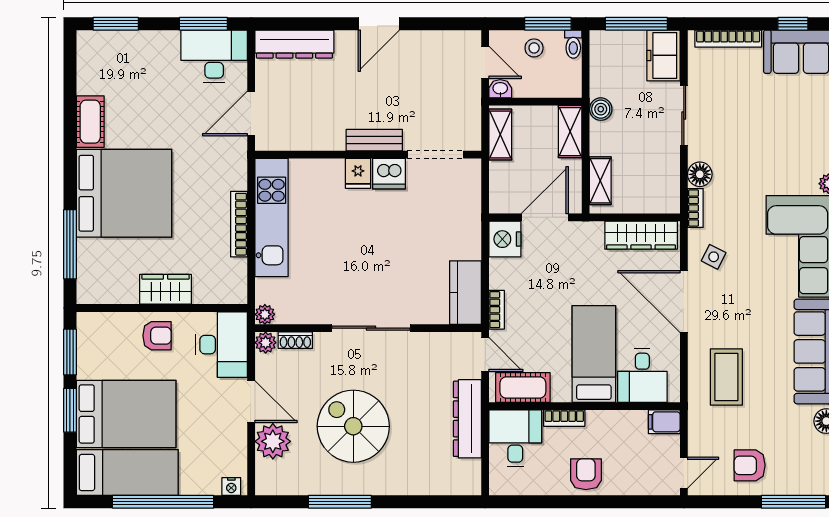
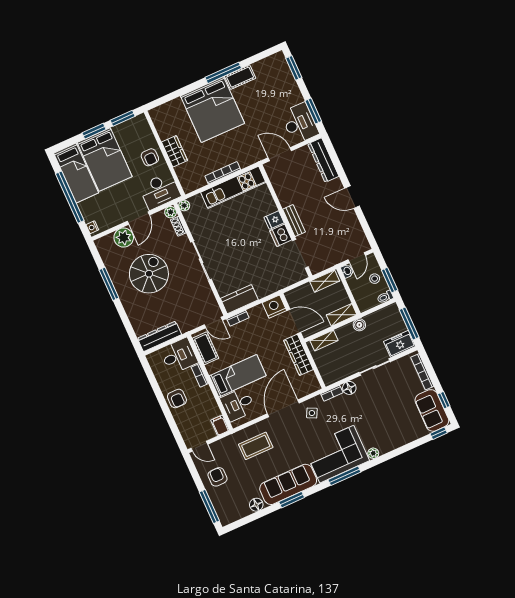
wardrobe: (641, 235) -> (298, 355), moved
window: (70, 244) -> (223, 73), moved
door: (485, 354) -> (213, 322), hinge flipped
dresser: (467, 419) -> (159, 336), moved
armchair: (586, 474) -> (177, 398), turned 90

